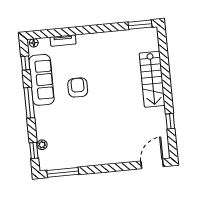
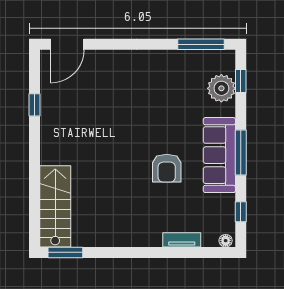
stairs: (152, 79) -> (55, 206), moved
sofa: (42, 80) -> (219, 155), moved
plant: (42, 145) -> (221, 88), width x1.88, depth x1.88

